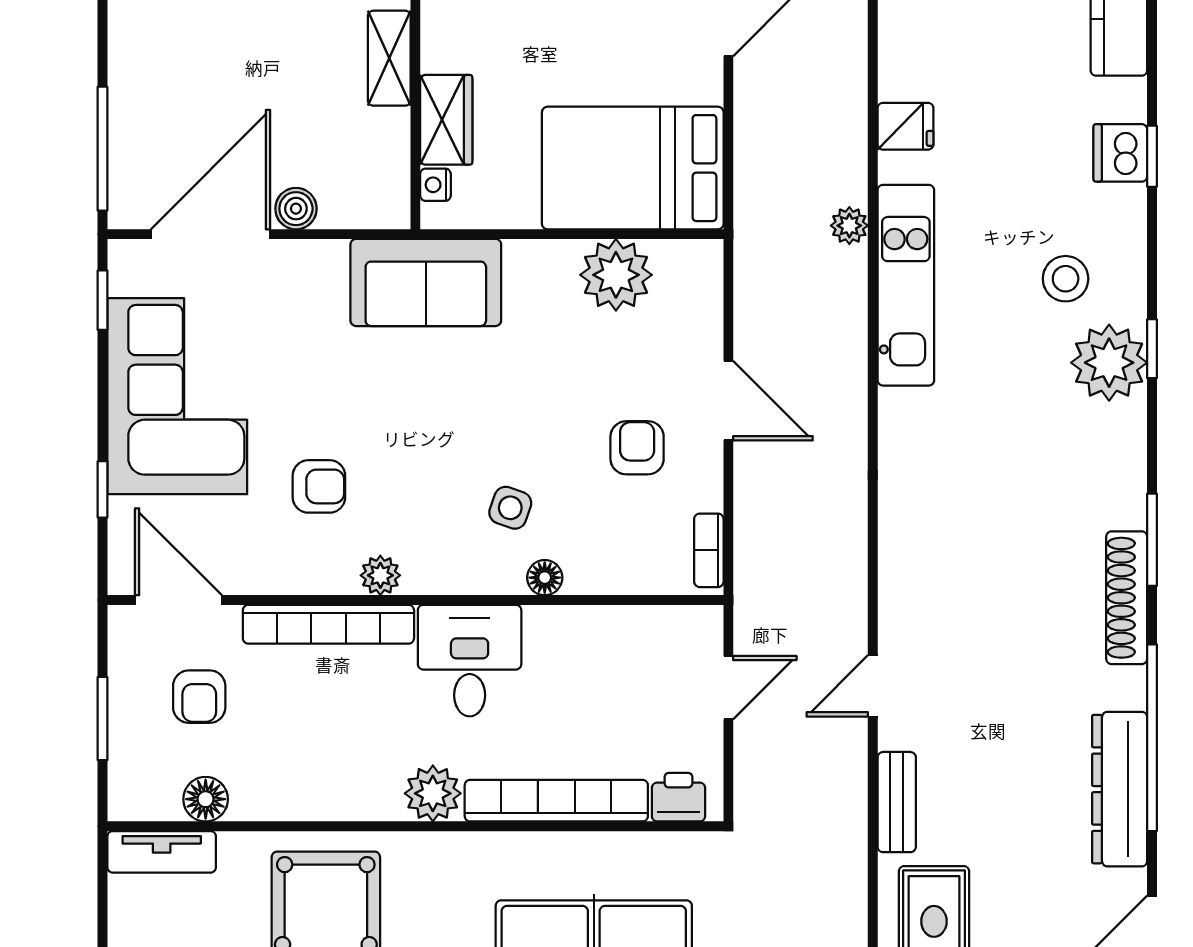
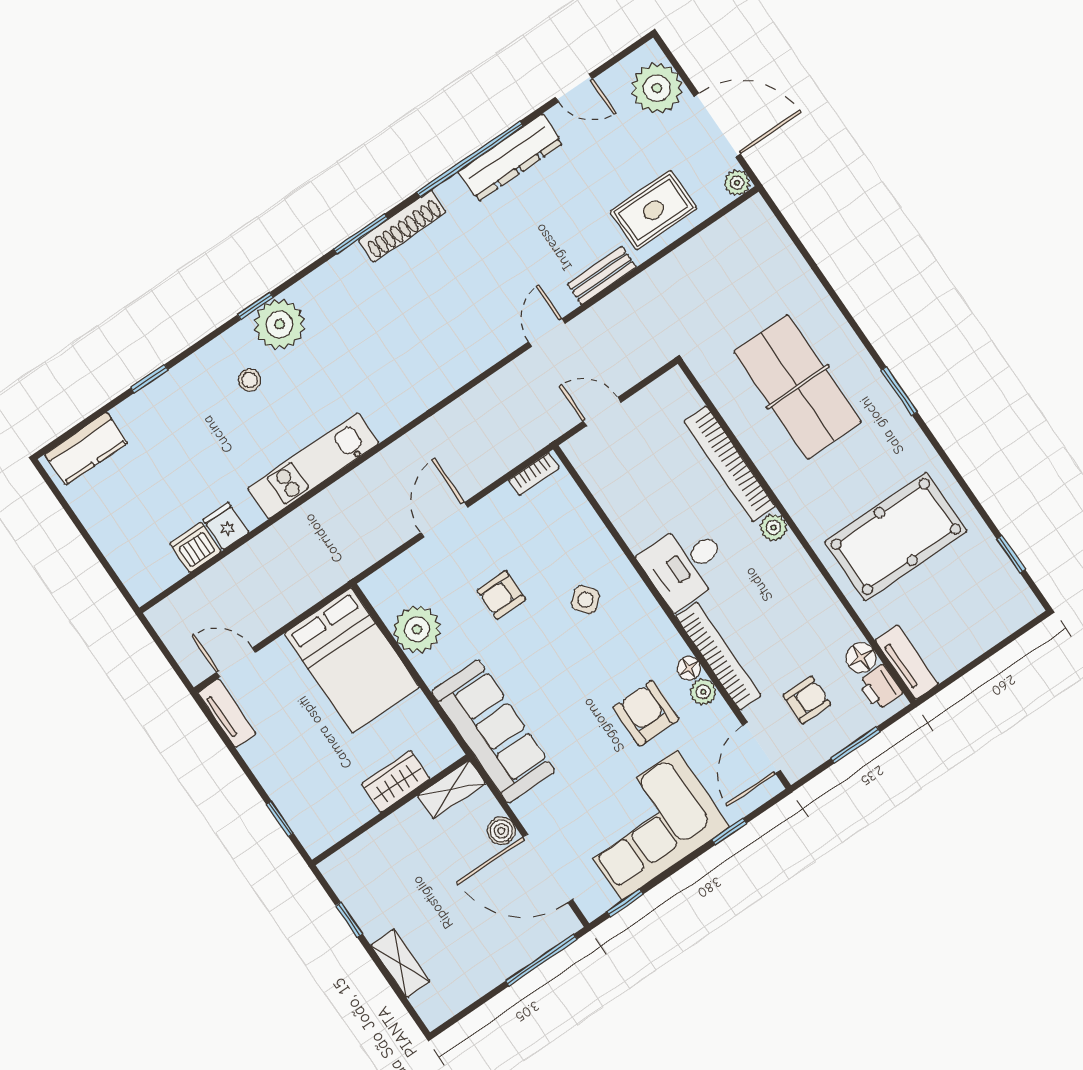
shelving: (389, 58) -> (451, 789), moved
dishwasher: (1120, 153) -> (195, 548), moved, turned 180
nightstand: (435, 185) -> (436, 763), removed
plant: (849, 226) -> (302, 519), removed
stool: (1066, 279) -> (250, 380), width x0.73, depth x0.73
sofa: (426, 282) -> (493, 731), width x1.36
armchair: (637, 448) -> (501, 595), moved
armchair: (319, 486) -> (646, 713), width x1.38, depth x1.38
side table: (510, 508) -> (585, 600), turned 31
plant: (380, 575) -> (703, 692), moved
floor lamp: (545, 578) -> (689, 668), moved
door: (873, 686) -> (547, 333), swing flipped
plant: (433, 793) -> (773, 528), width x0.73, depth x0.73
printer: (678, 797) -> (880, 688), moved

